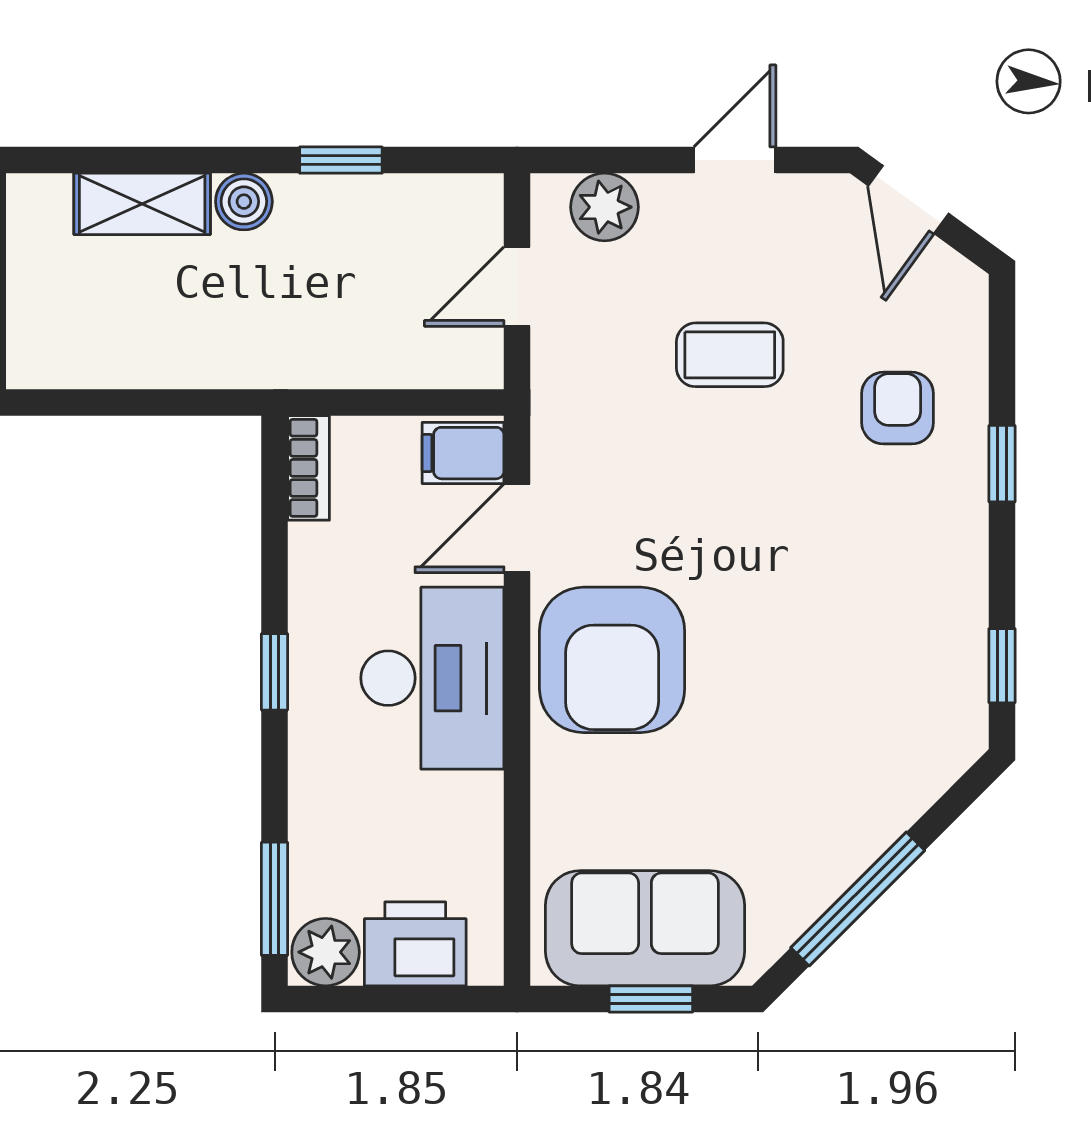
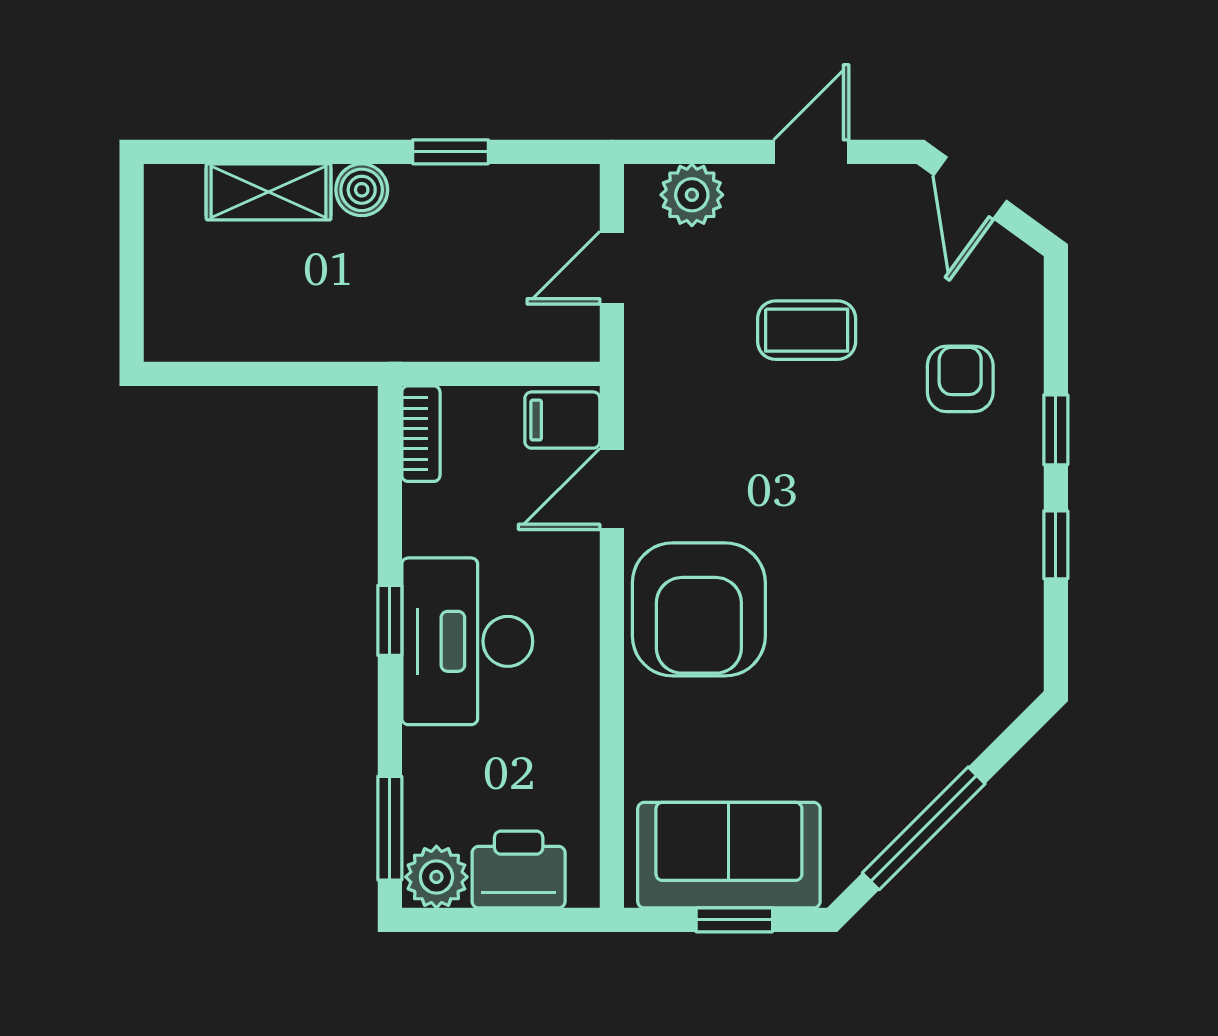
window: (1002, 666) -> (1056, 545), moved
desk: (432, 678) -> (467, 641), moved, turned 180

